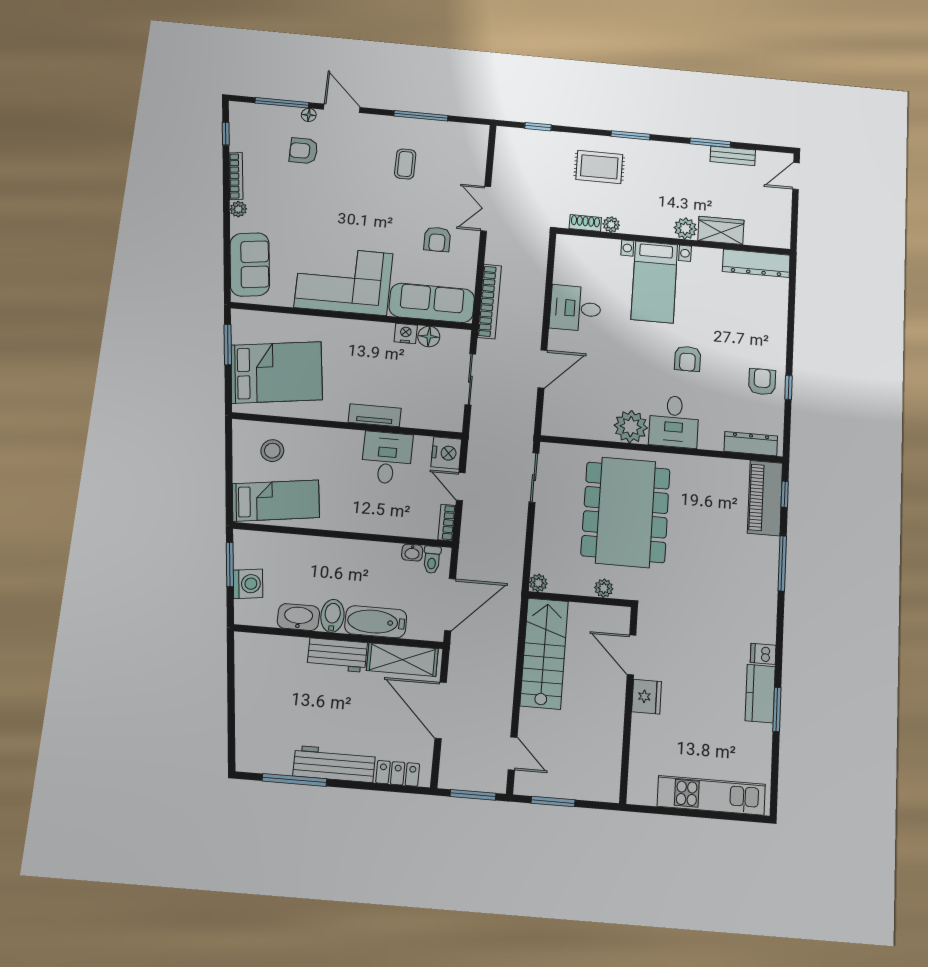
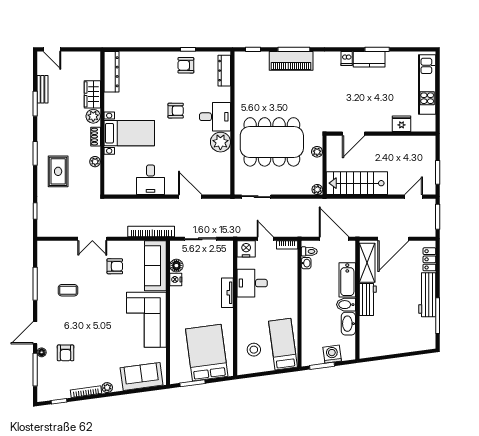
shoe rack: (585, 223) -> (96, 137), moved
door: (461, 487) -> (265, 239), swing flipped
piano: (765, 498) -> (291, 61), moved
fridge: (647, 697) -> (402, 124), moved

